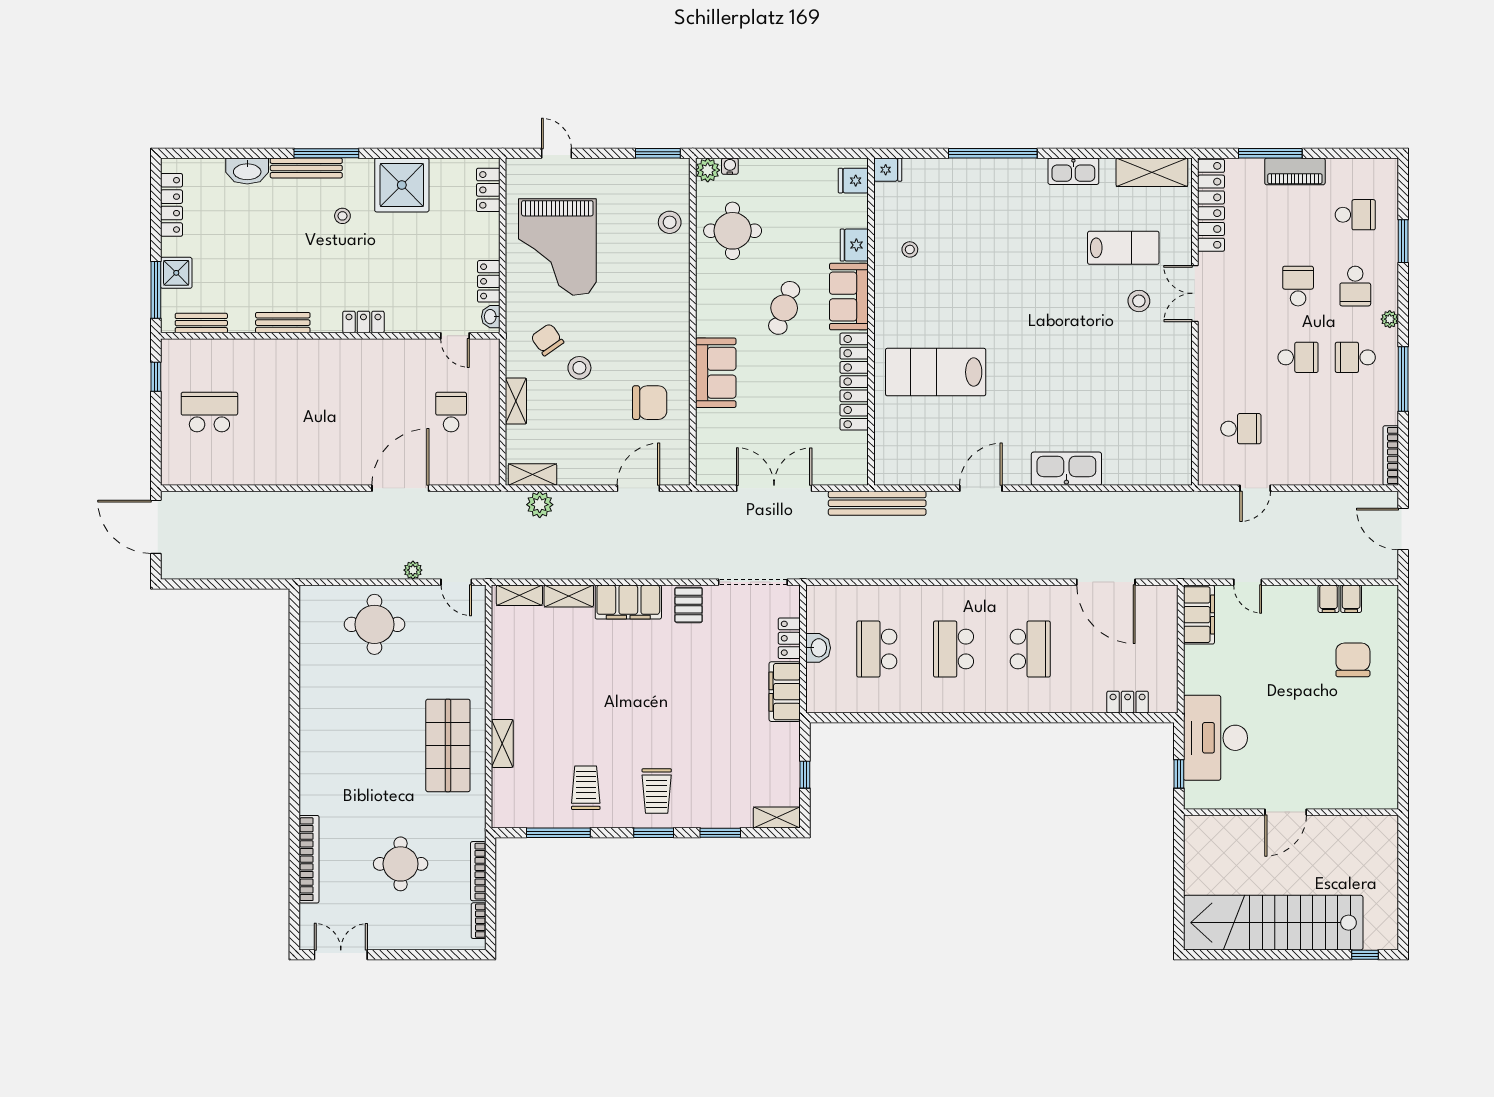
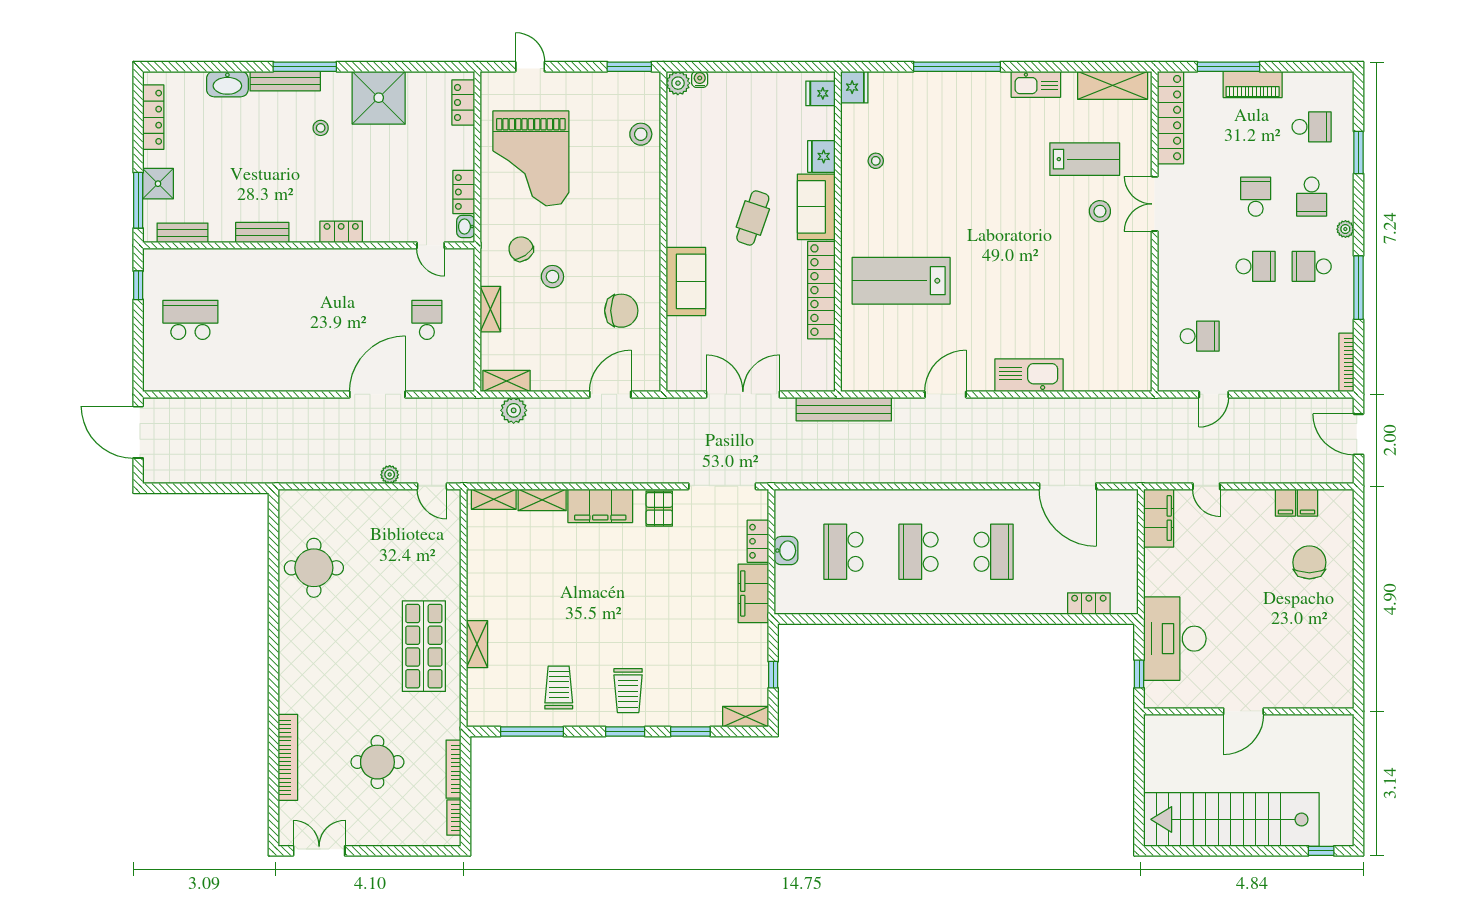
fridge: (888, 170) -> (854, 87), width x1.38
round table: (733, 231) -> (702, 143), removed
round table: (374, 624) -> (314, 568), moved

